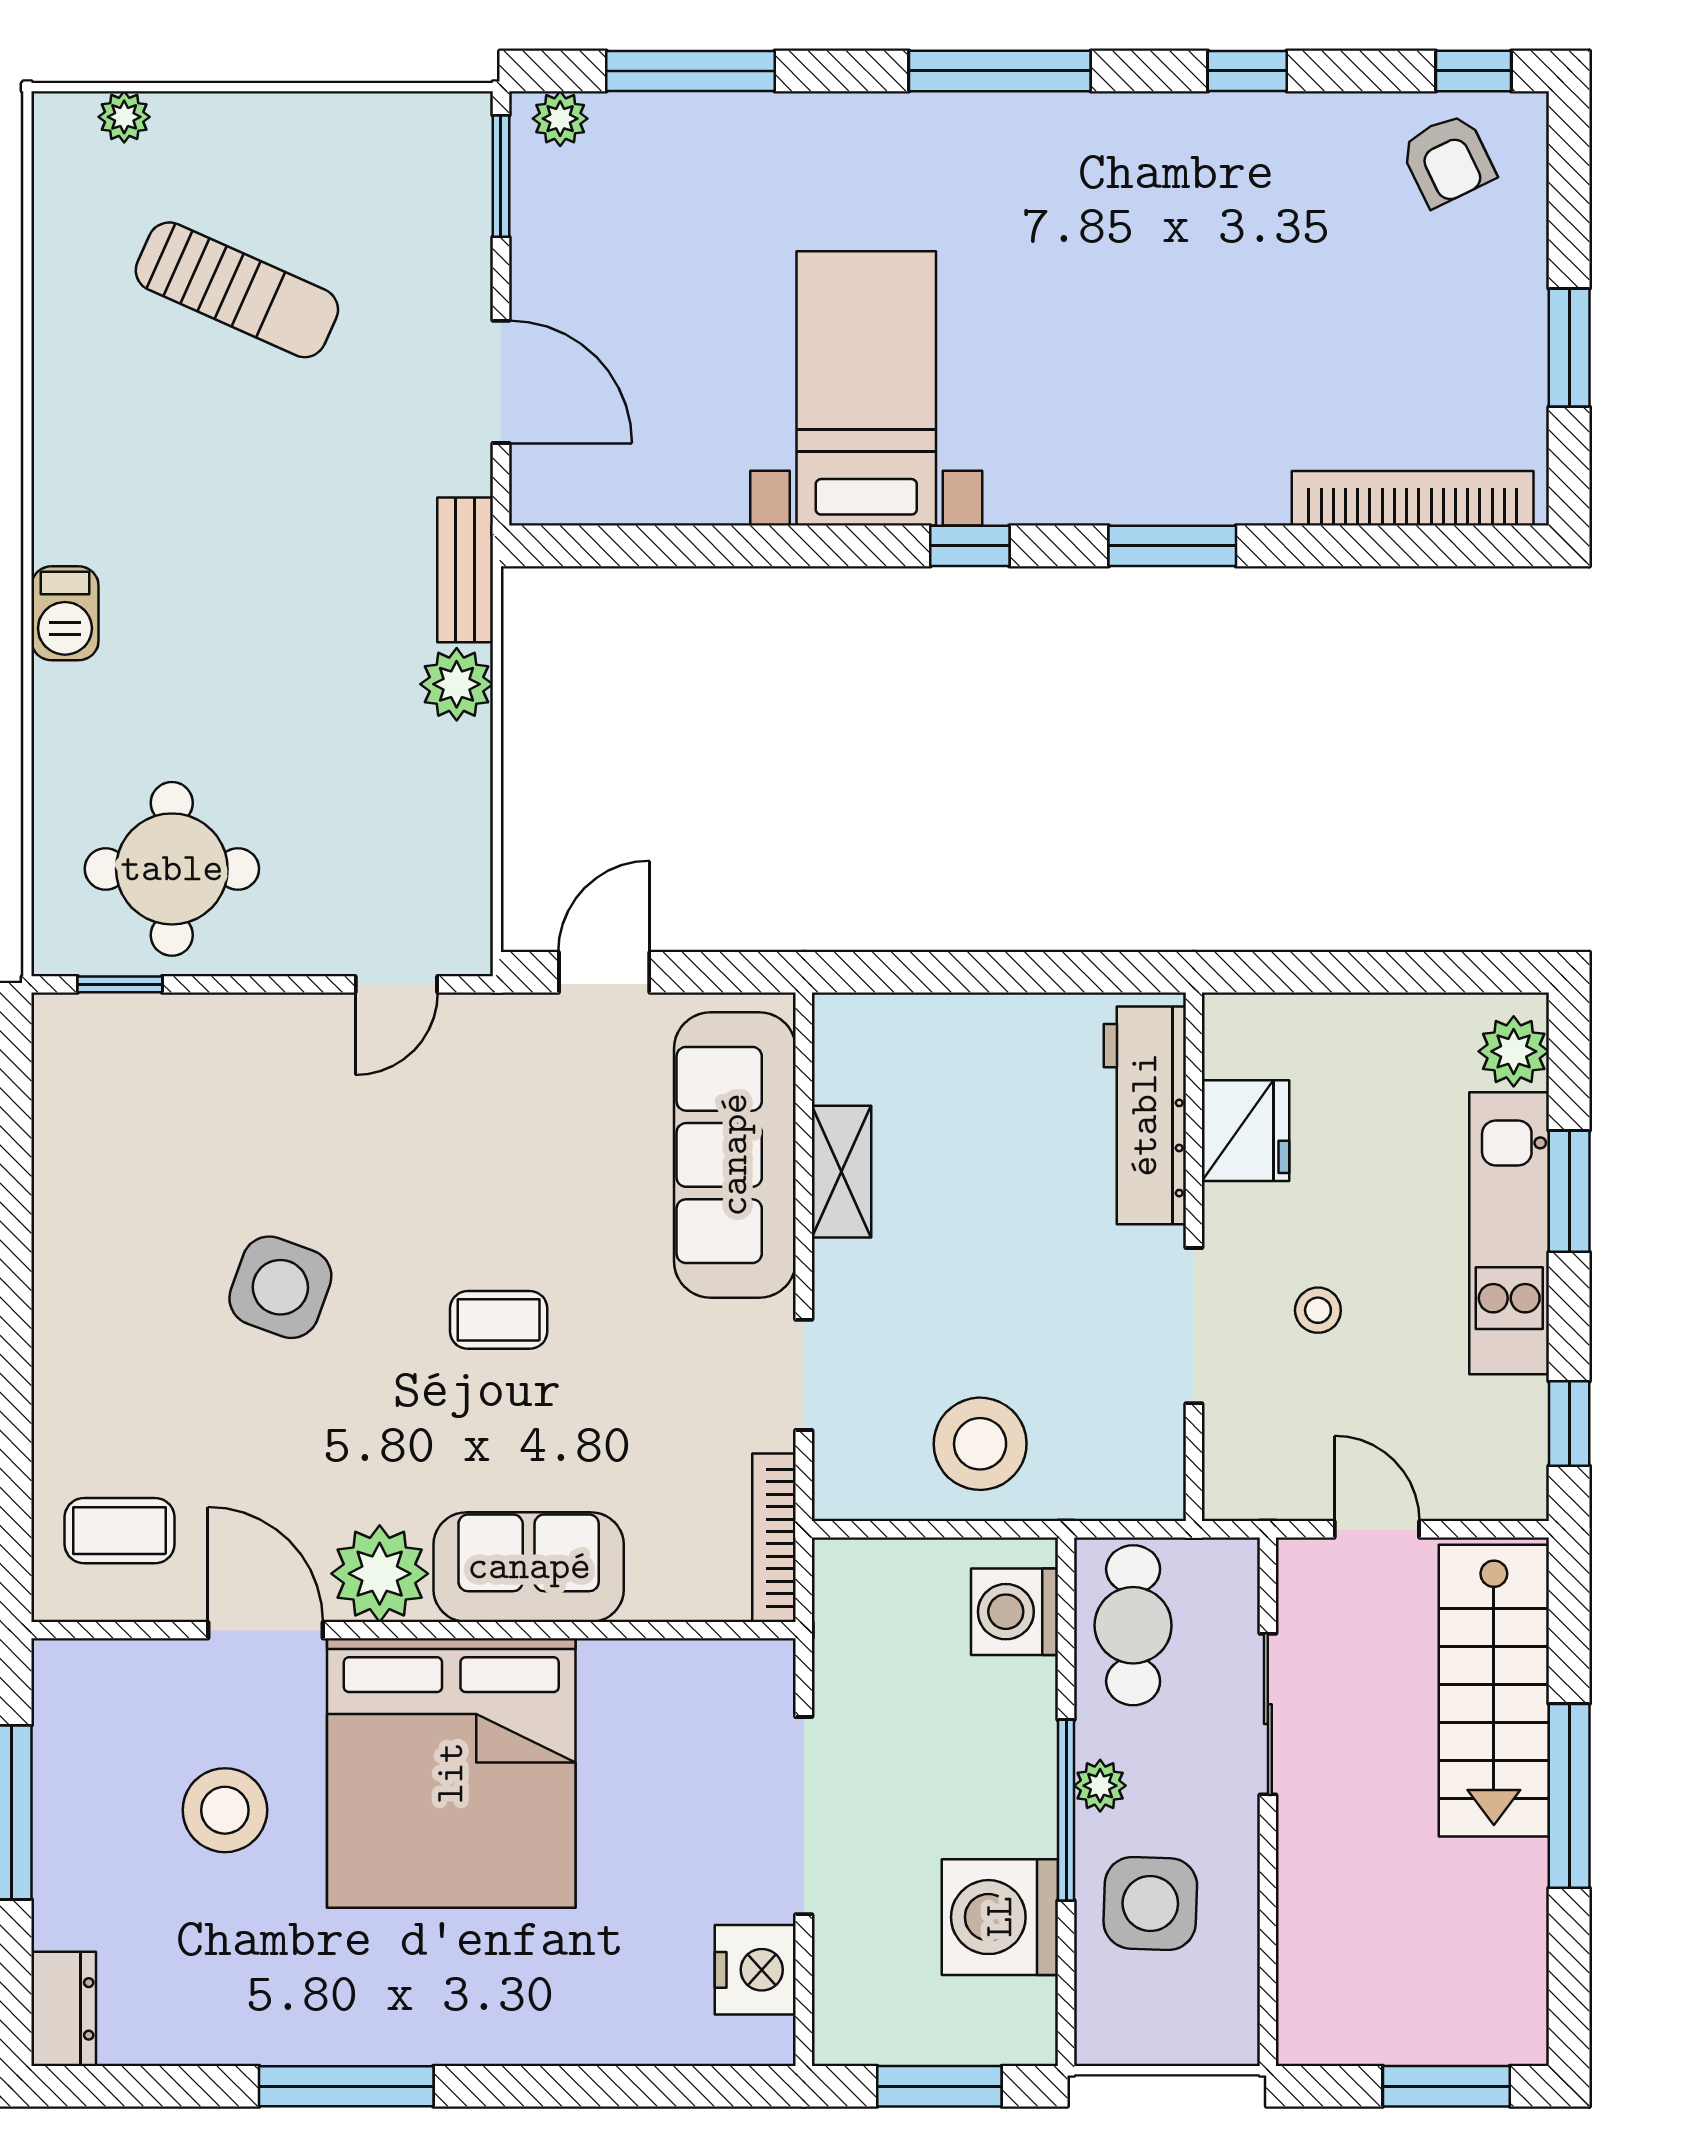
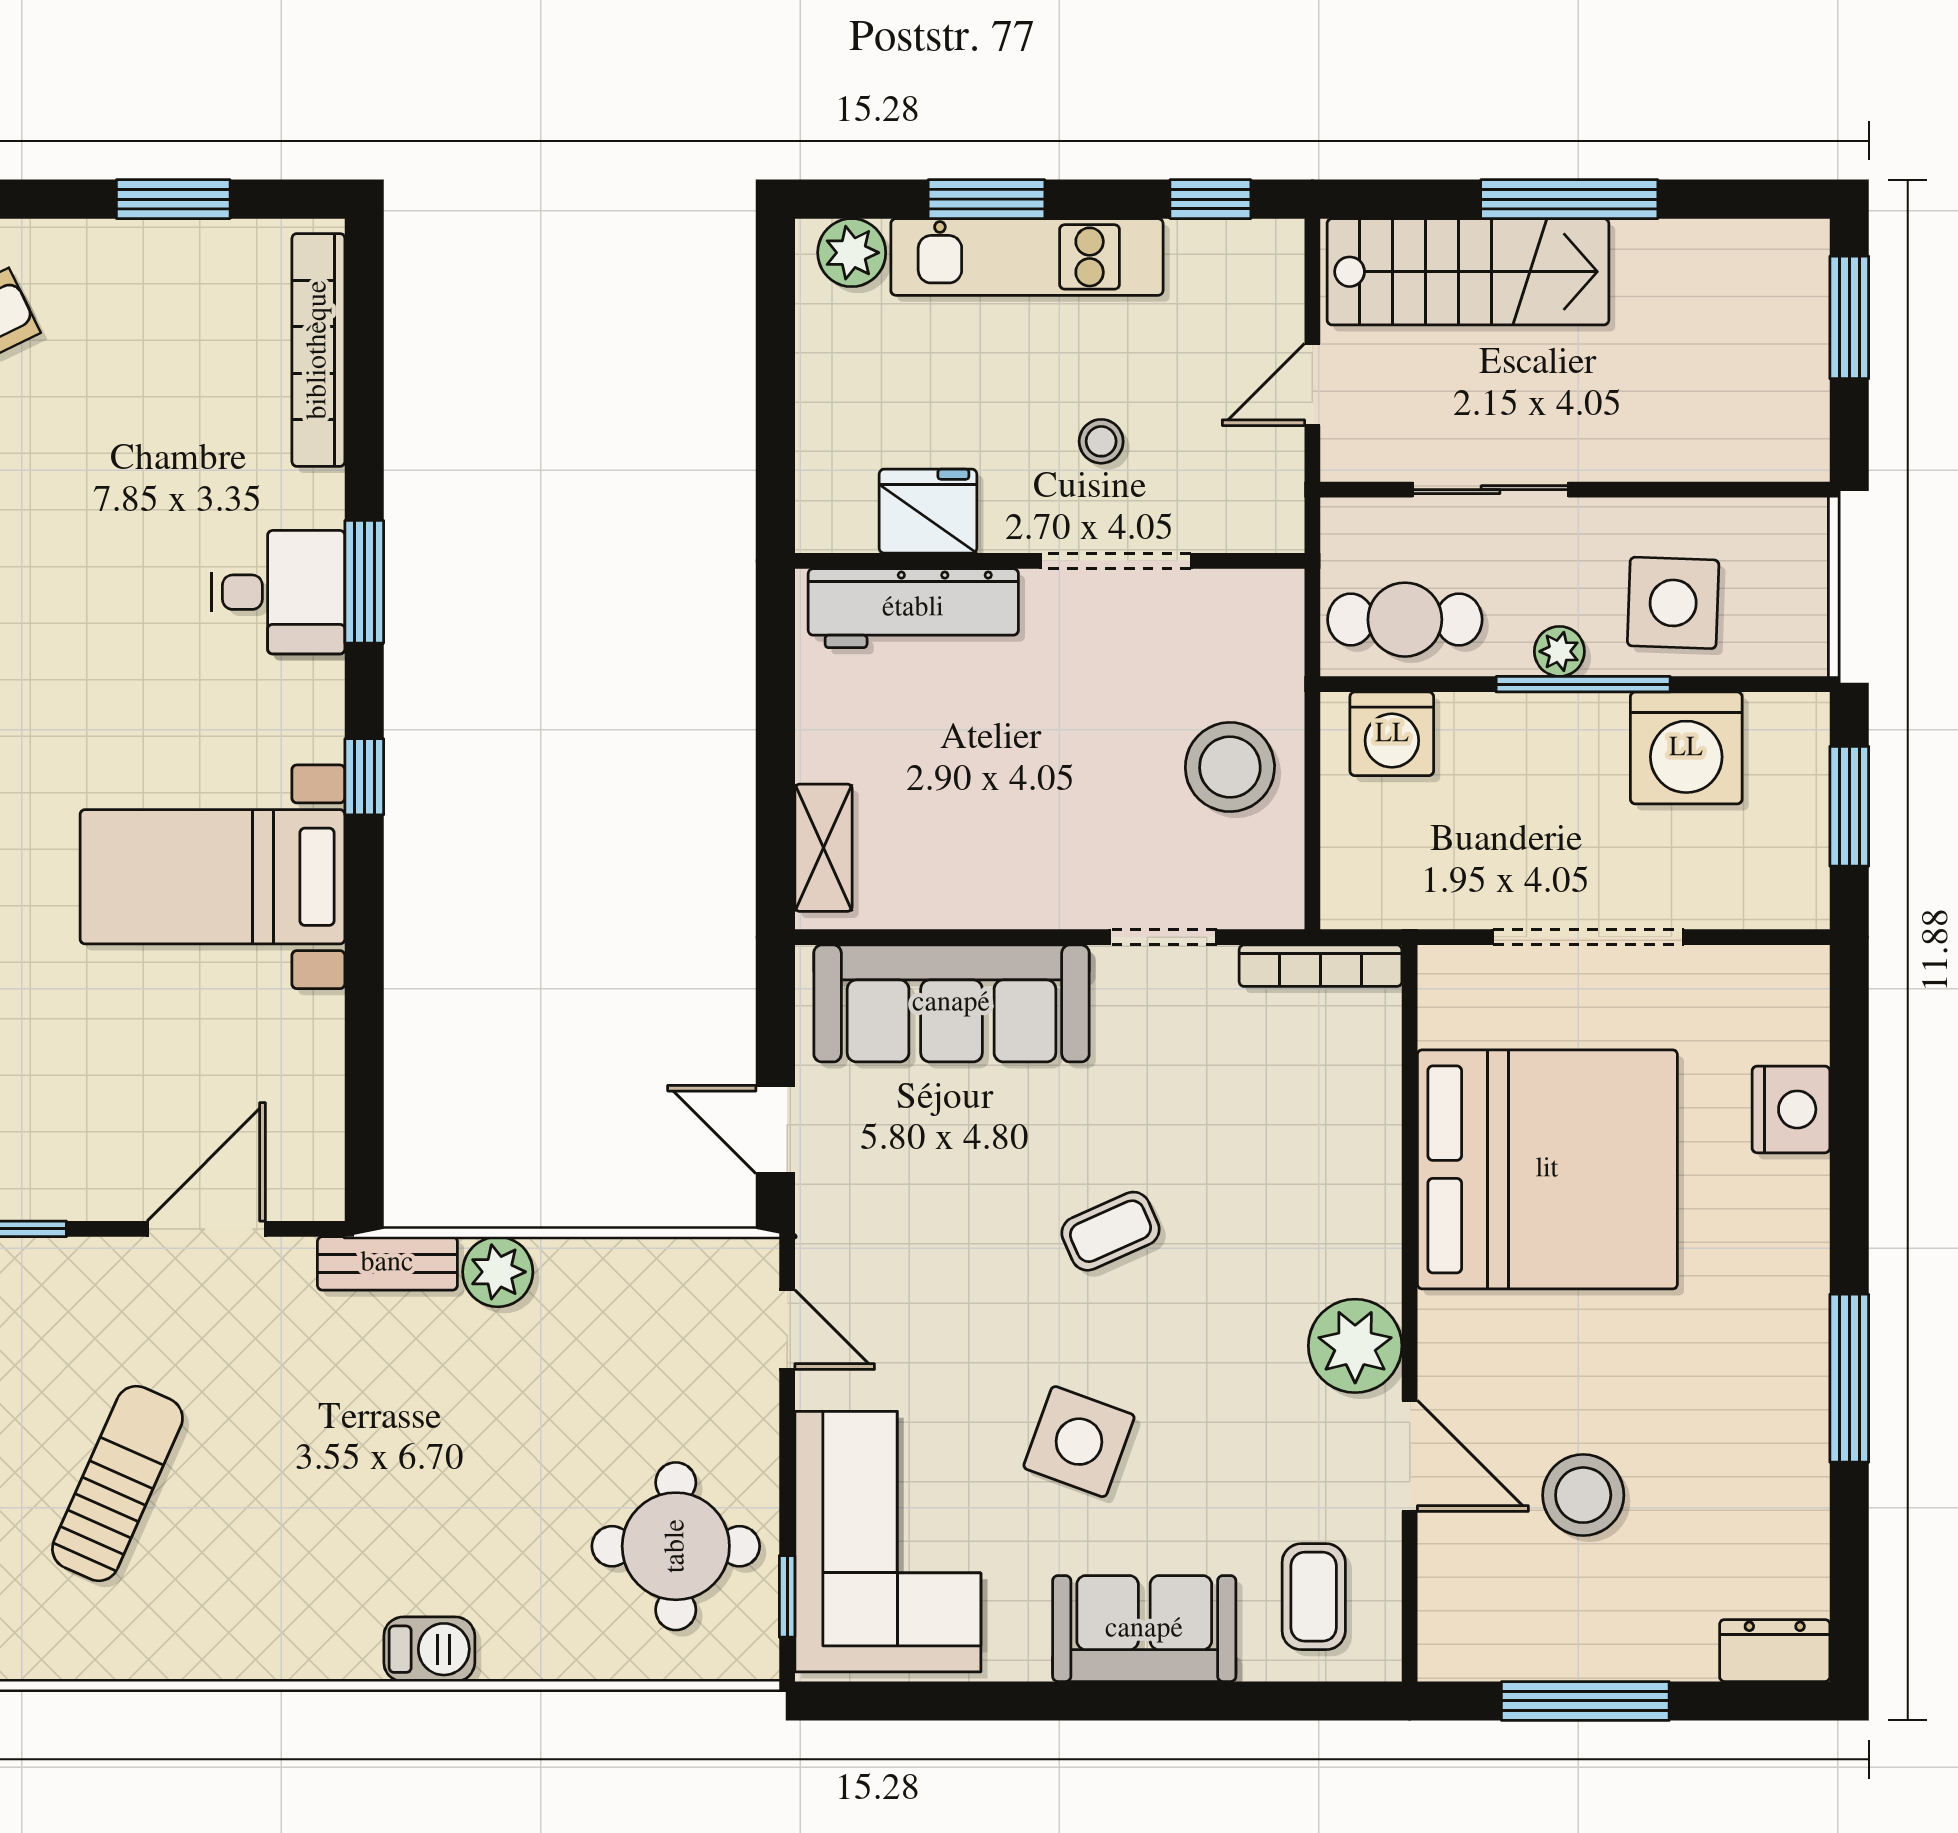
desk: (1161, 457) -> (278, 592), added
corner sofa: (177, 1089) -> (888, 1542), added
shelving: (841, 1172) -> (824, 848), moved, turned 90
coffee table: (499, 1320) -> (1110, 1231), turned 66
sofa: (529, 1567) -> (1144, 1629), moved, turned 90
door: (266, 1630) -> (1410, 1456), swing flipped
bed: (451, 1773) -> (1547, 1169), moved
nightstand: (755, 1970) -> (1791, 1109), moved, turned 90

